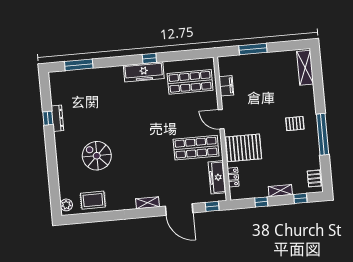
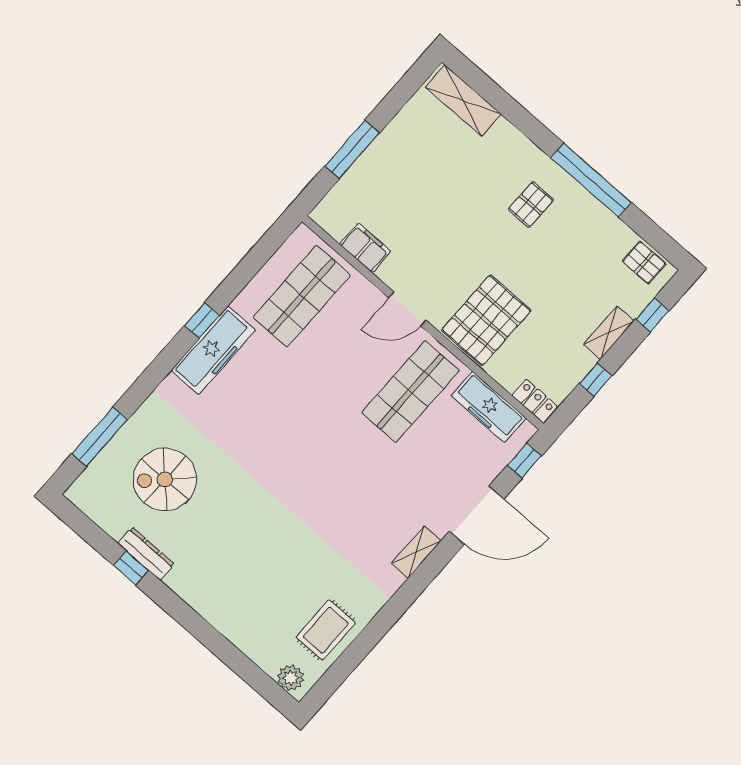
spiral stairs: (97, 156) -> (165, 479), moved
locker: (233, 177) -> (535, 401), moved

